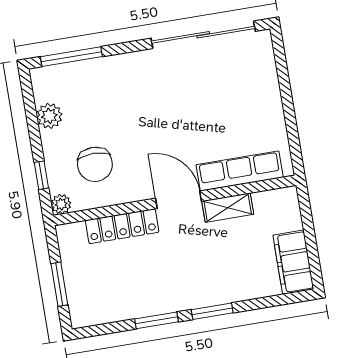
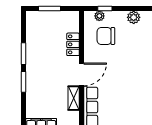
plant: (61, 204) -> (99, 16), moved
locker: (122, 226) -> (73, 44), width x0.66

